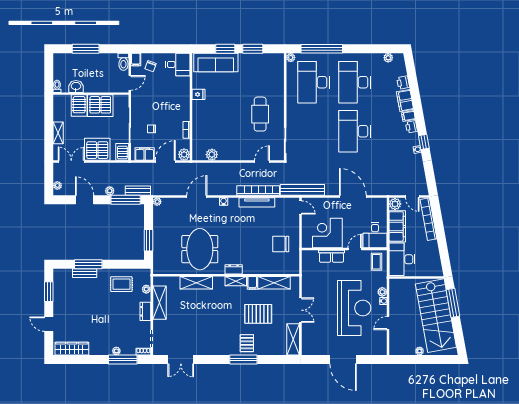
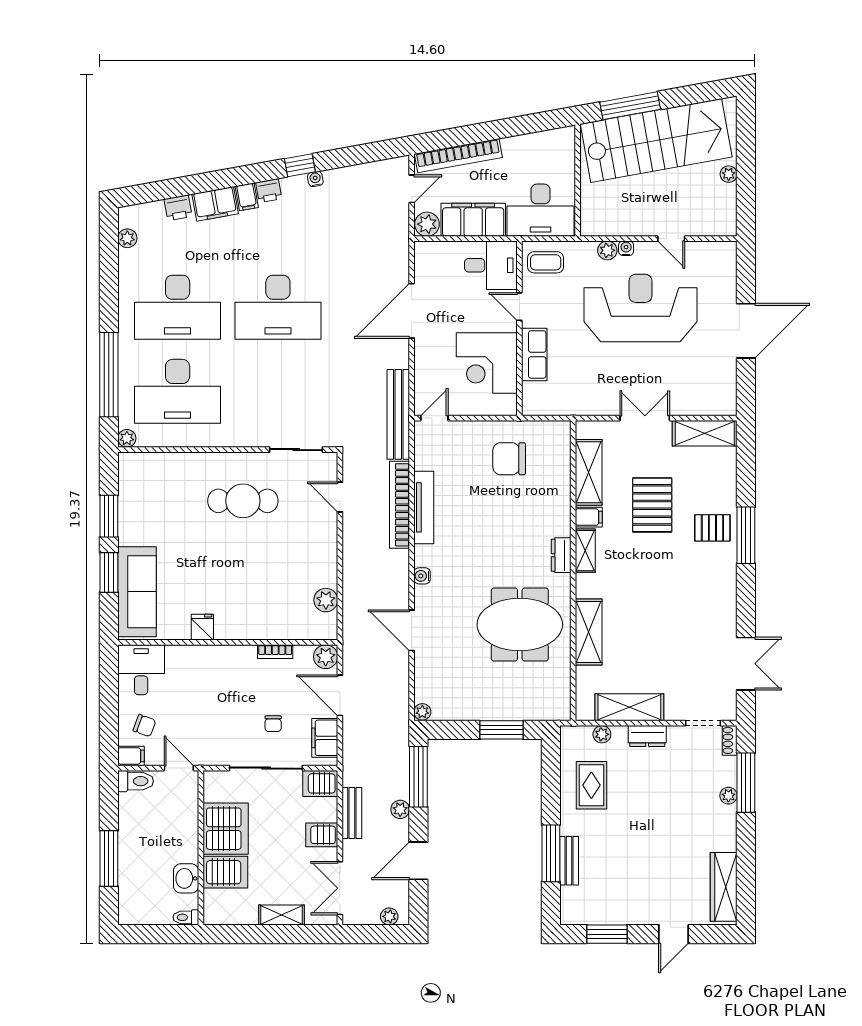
server rack: (97, 149) -> (322, 835), width x0.46, depth x0.70
bench: (138, 191) -> (352, 813), moved
chair: (281, 244) -> (509, 459), turned 90

